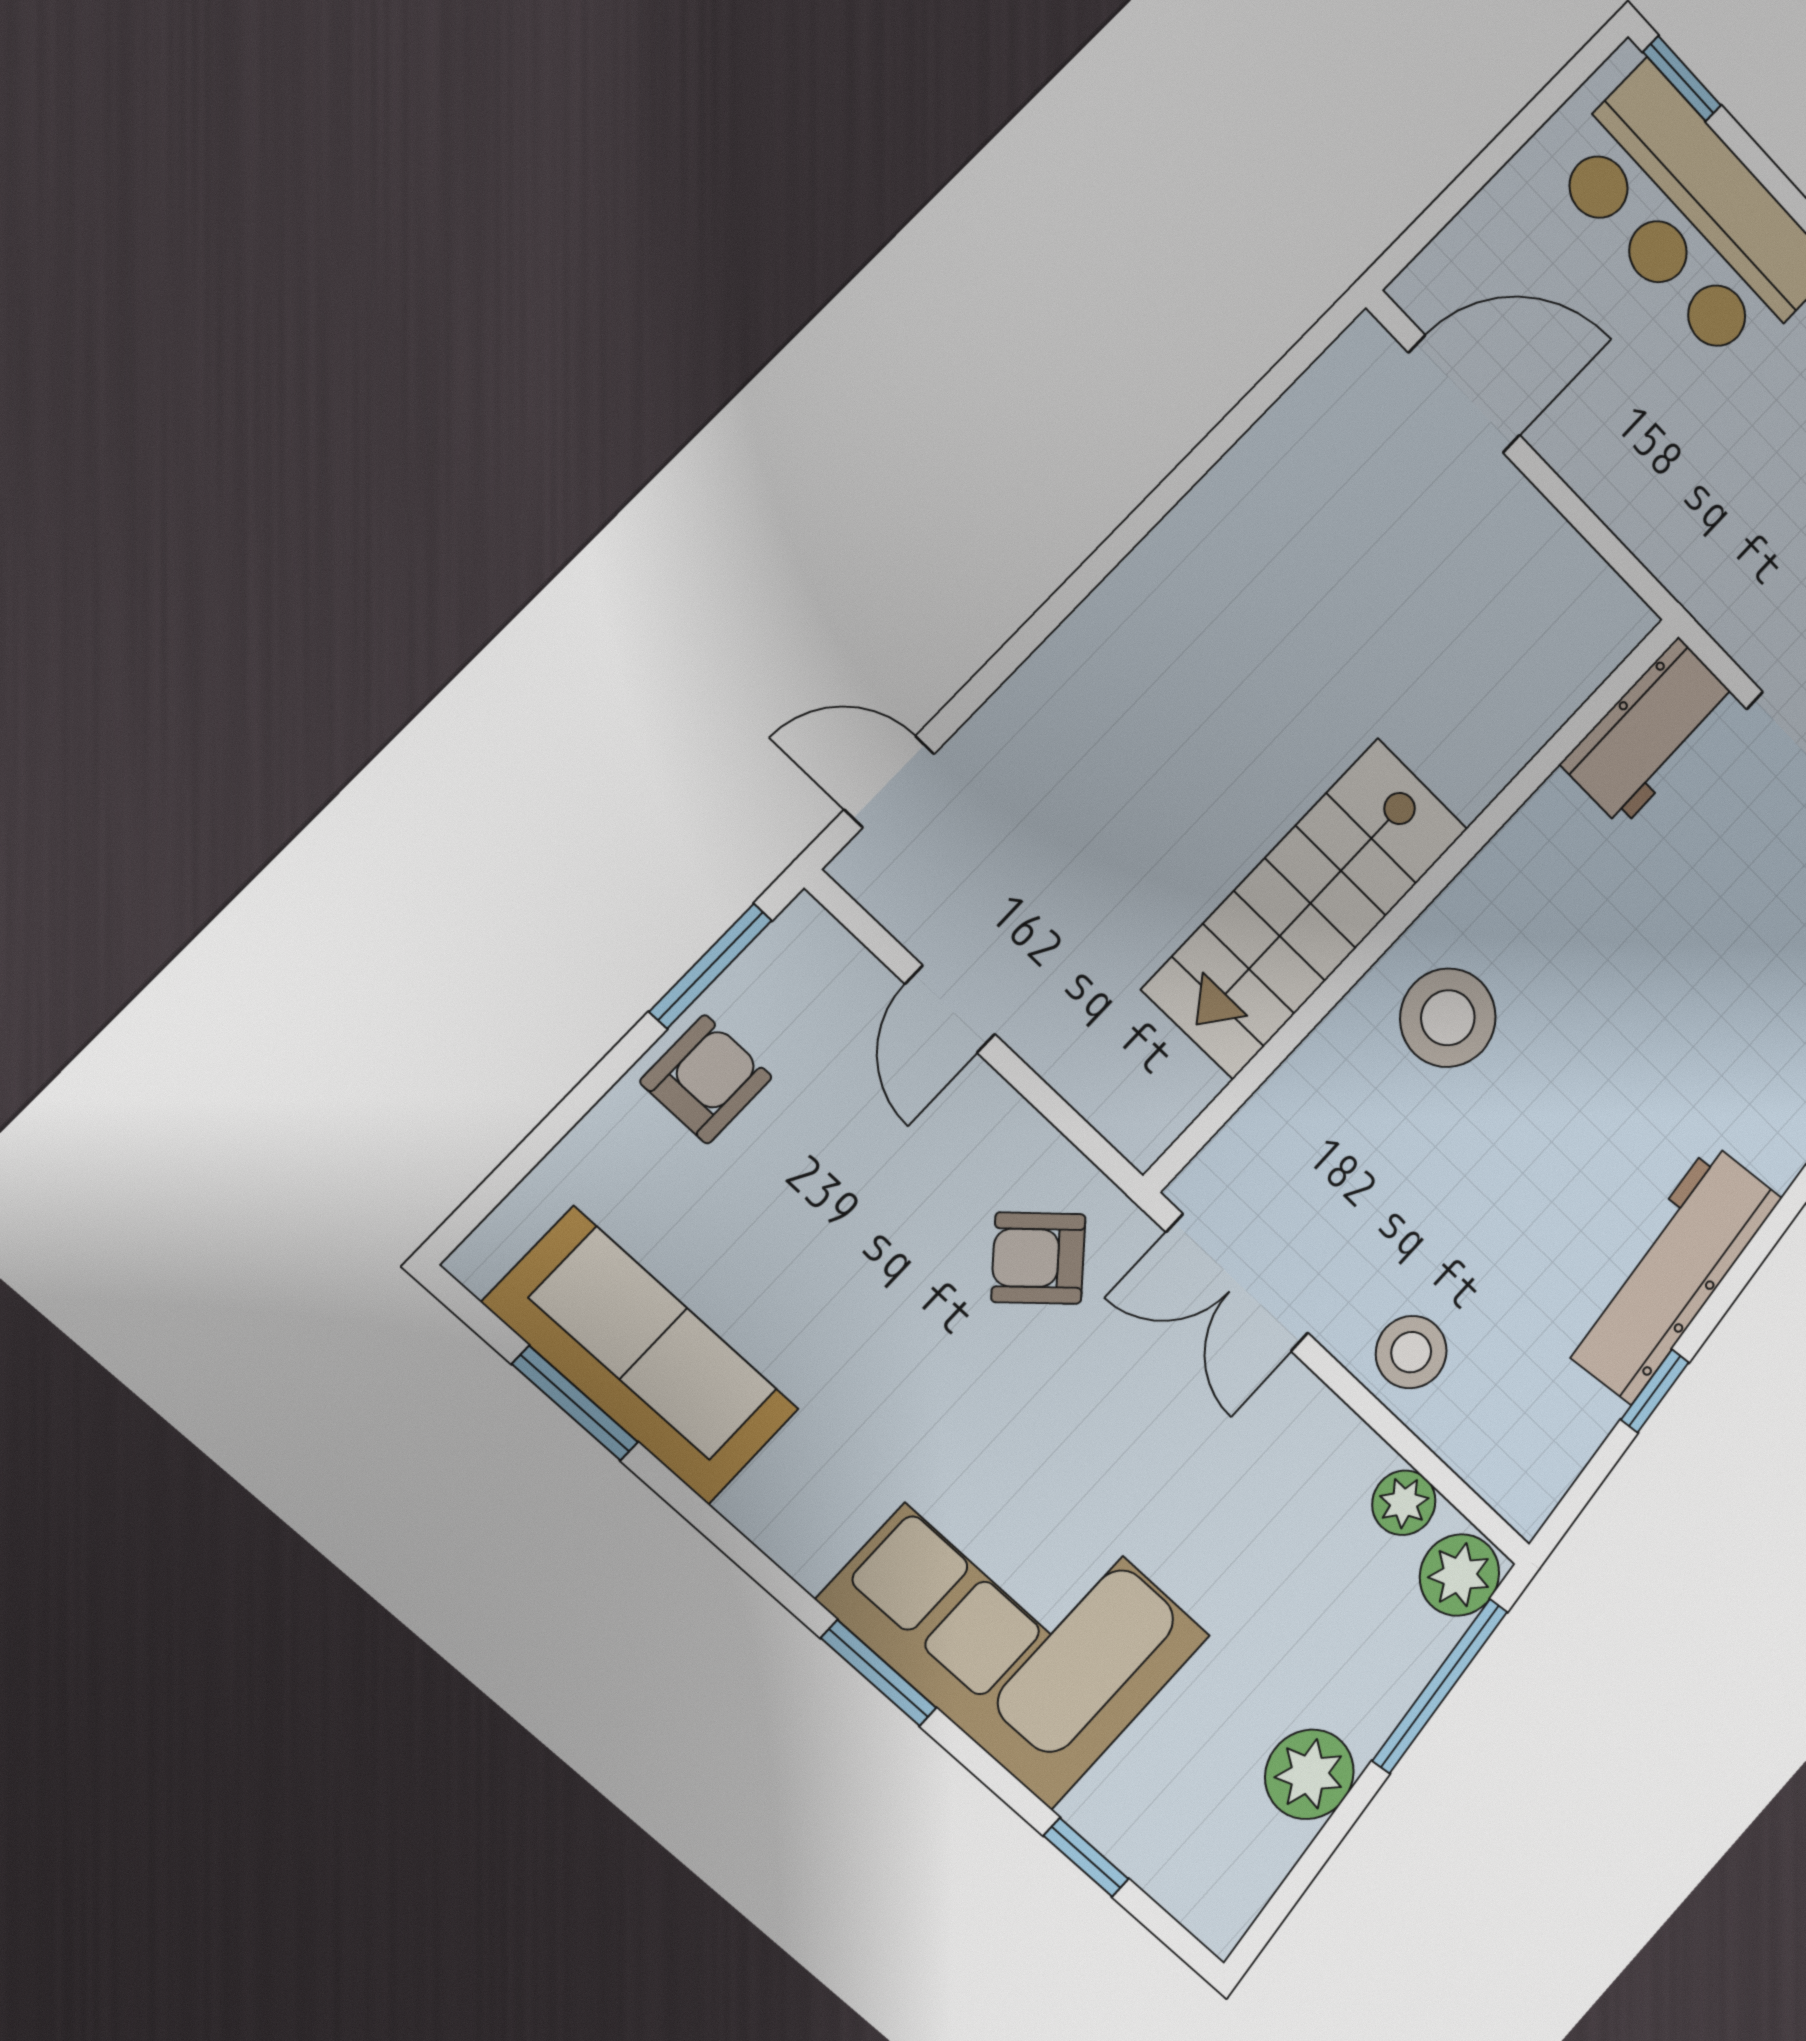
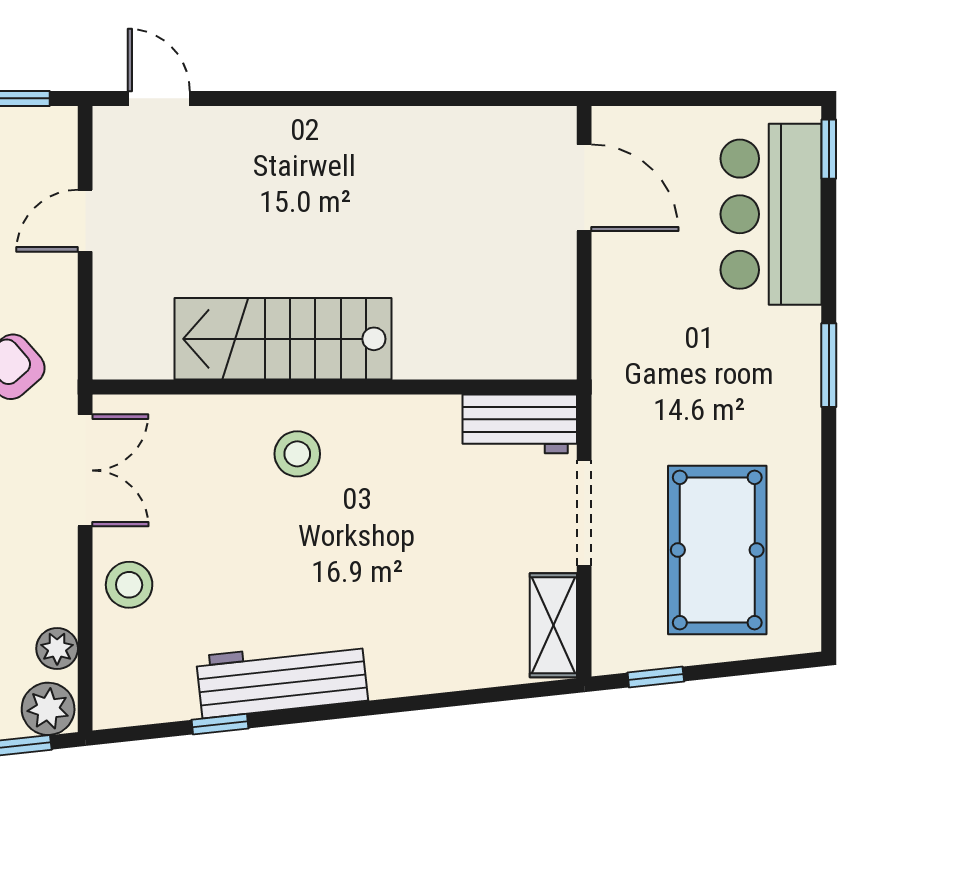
stool: (1448, 1018) -> (297, 454), width x0.73, depth x0.73
double door: (1237, 1283) -> (85, 470), swing flipped

